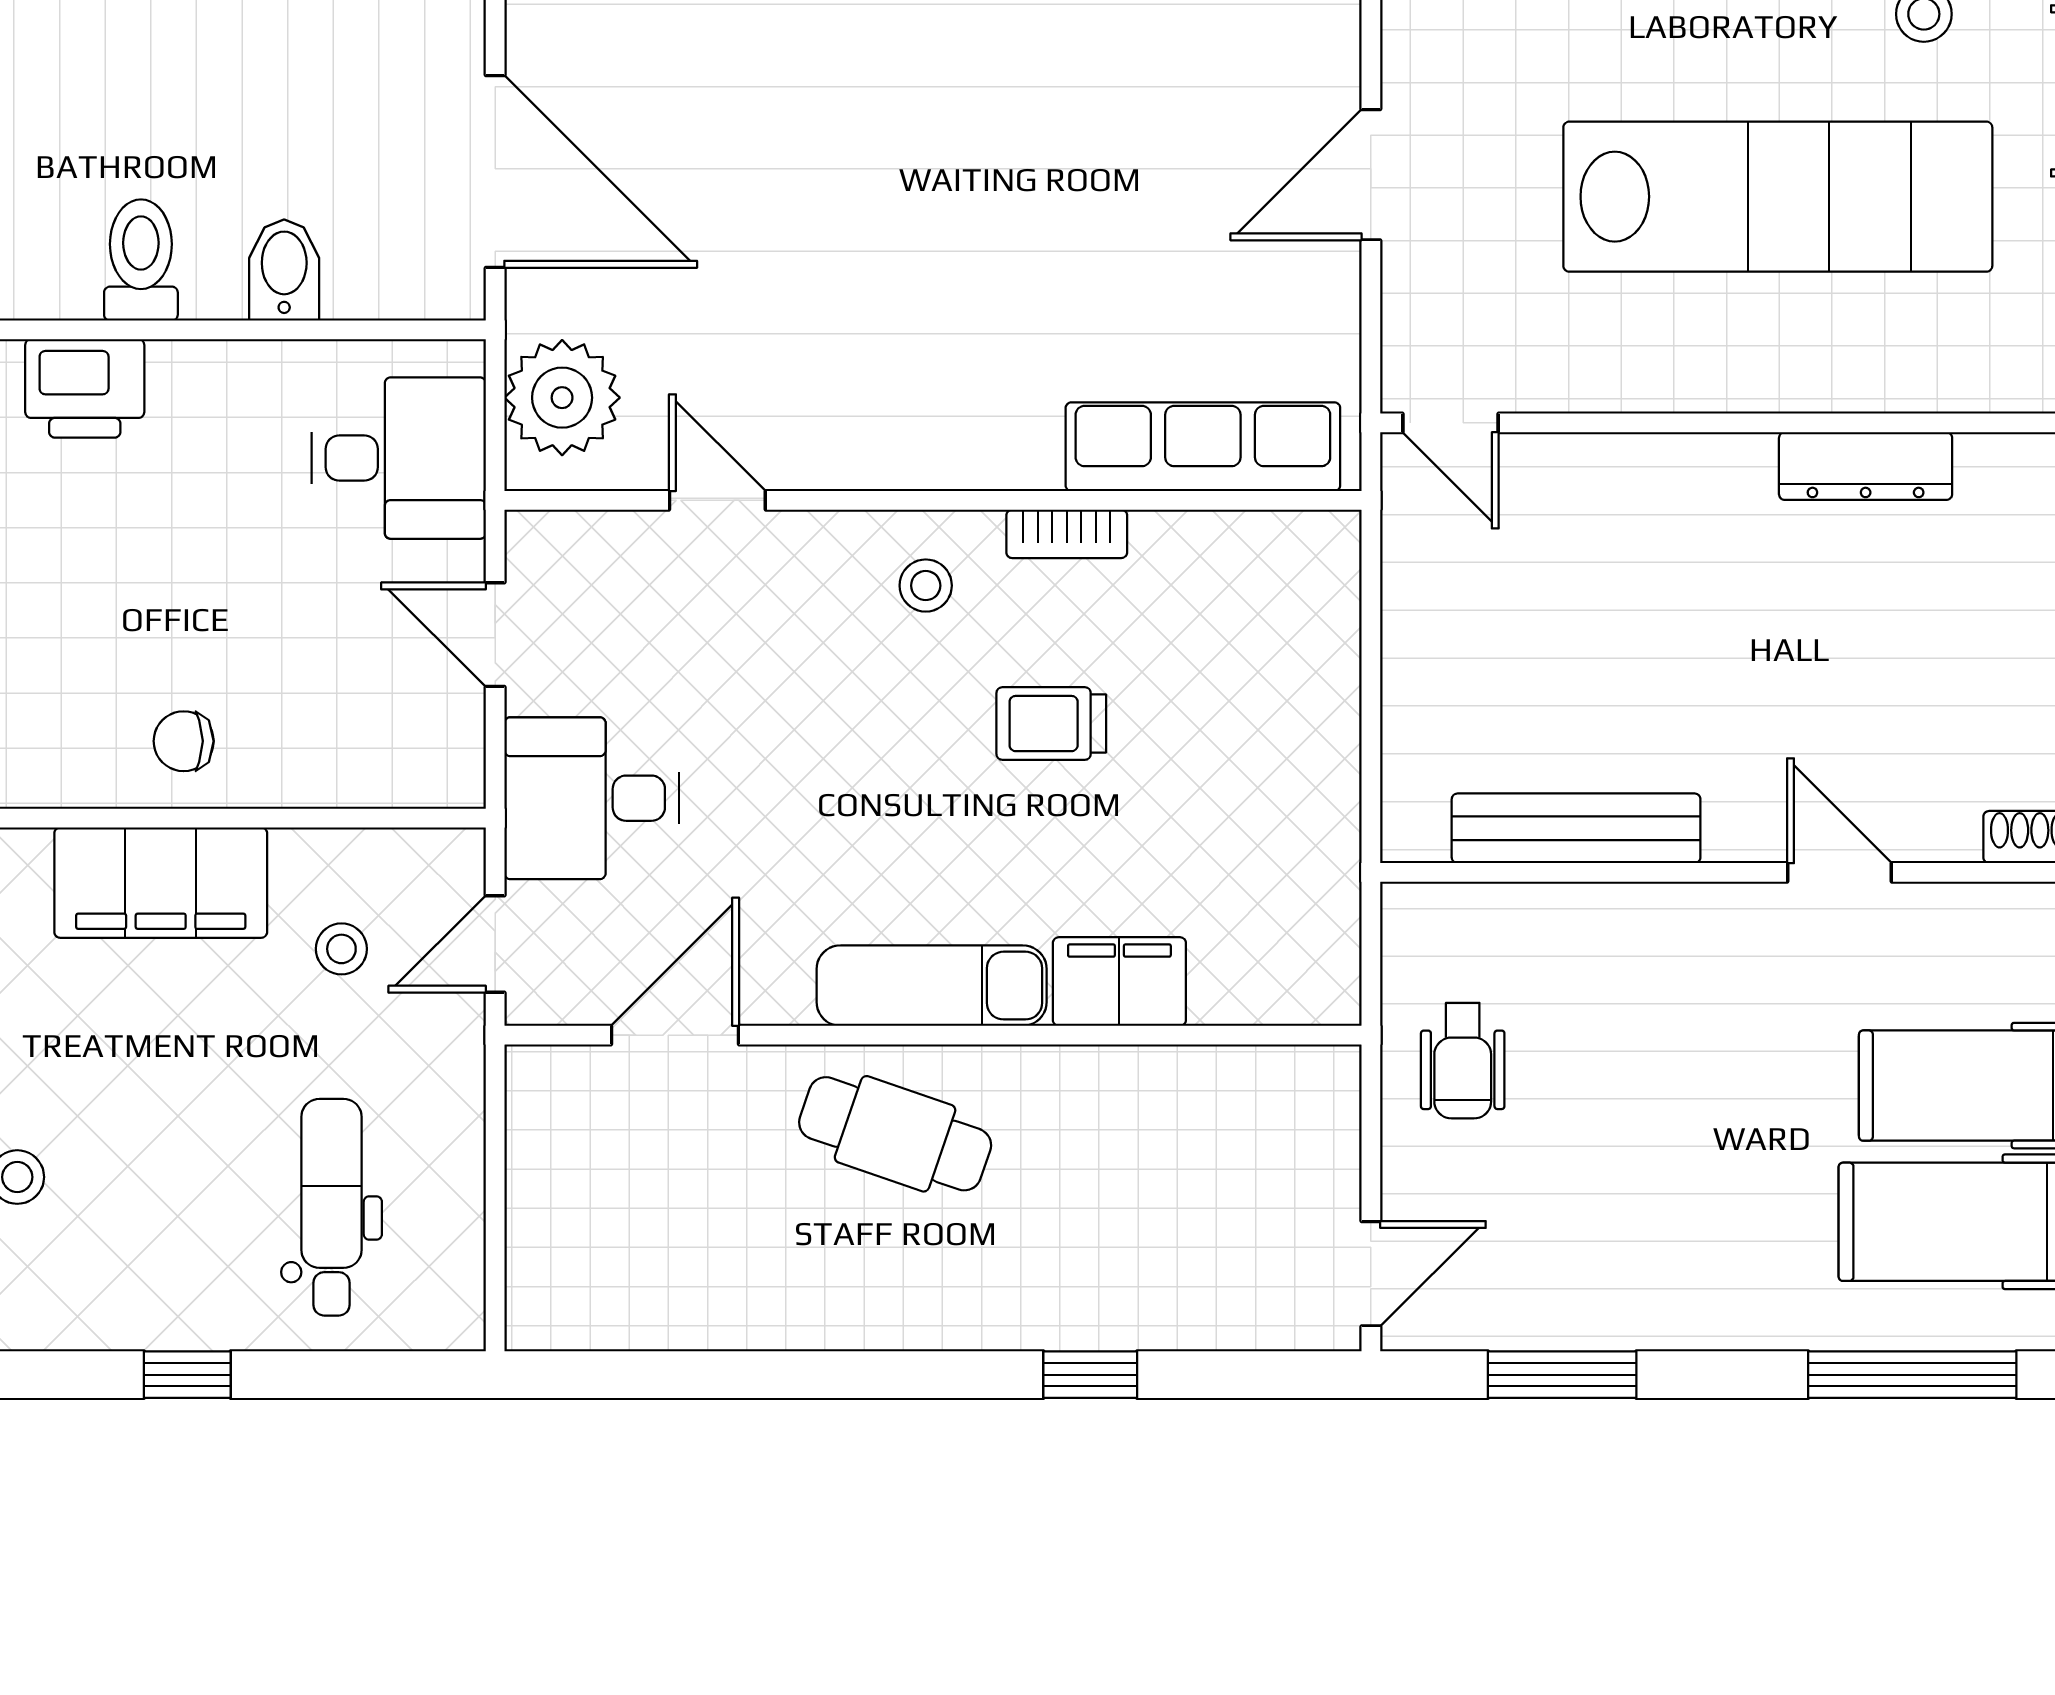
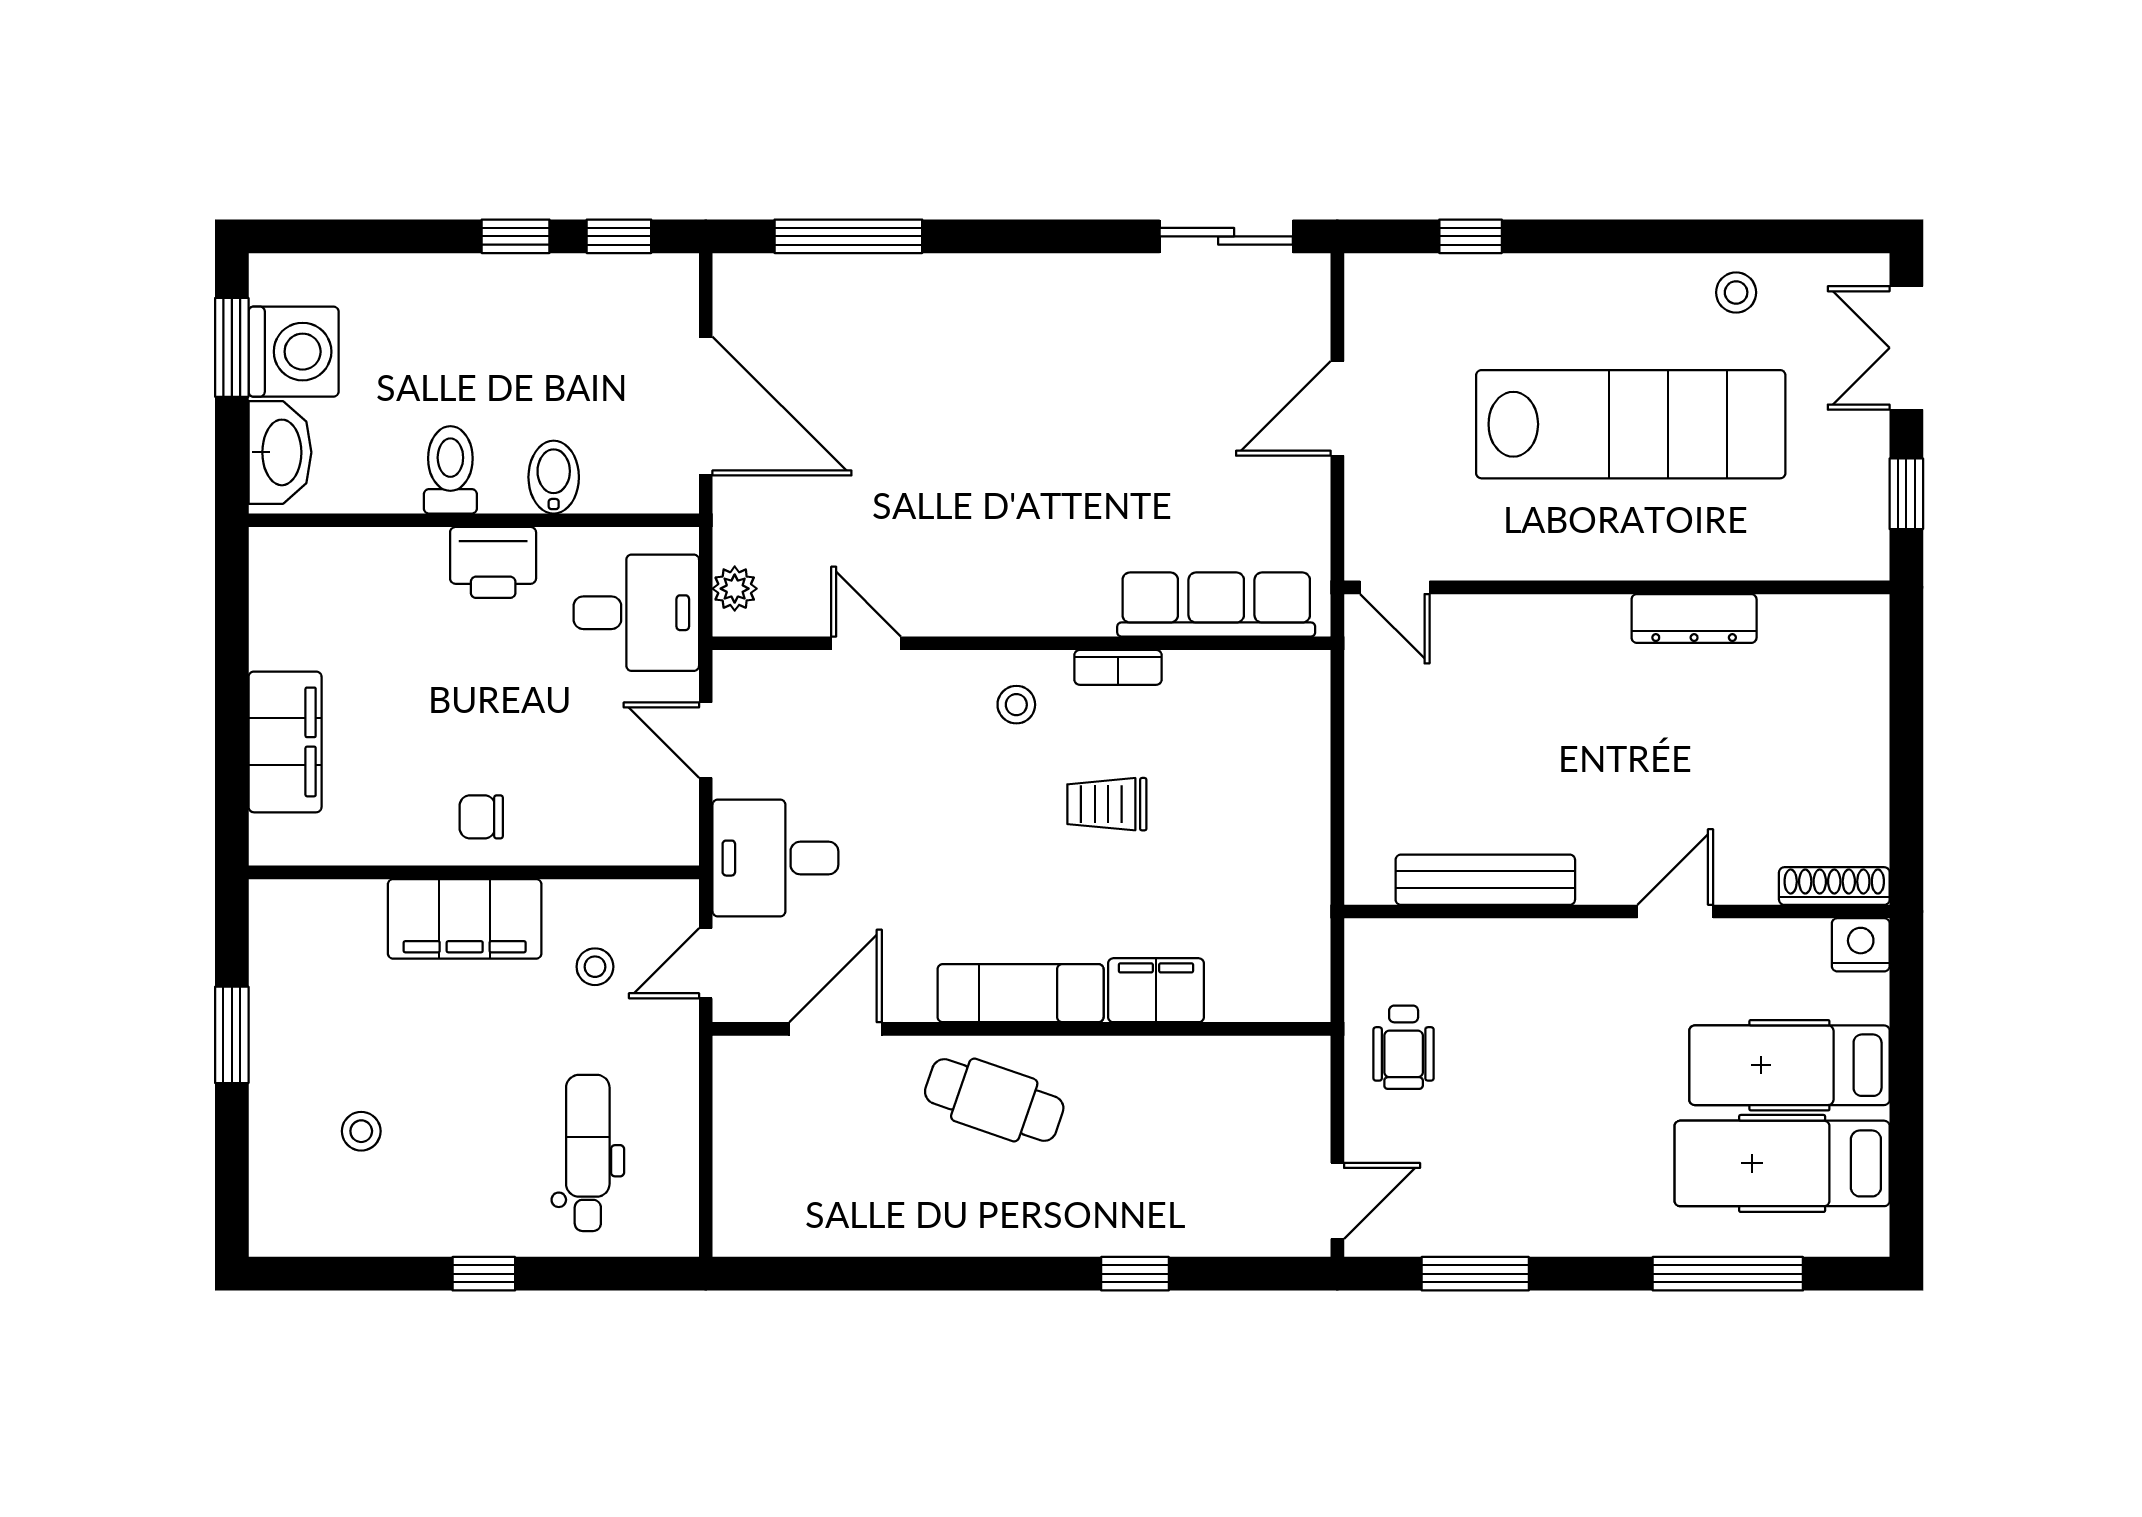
printer: (85, 388) -> (493, 562), moved
plant: (562, 398) -> (735, 589), width x0.53, depth x0.53
door: (1839, 872) -> (1675, 912), hinge flipped

